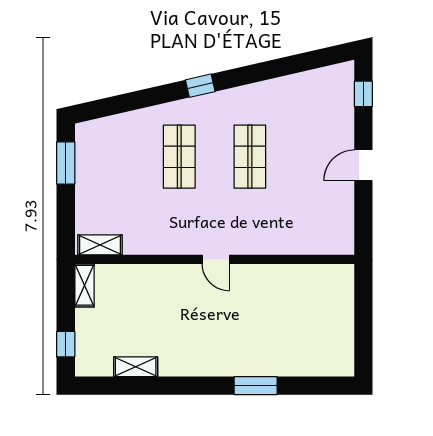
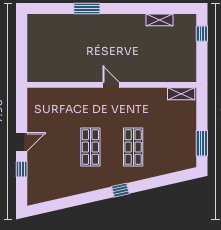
window: (363, 94) -> (22, 169), moved
shelving: (84, 285) -> (190, 69), removed

